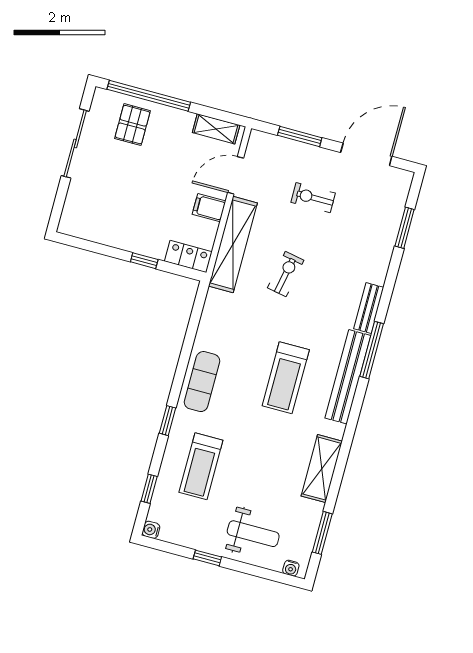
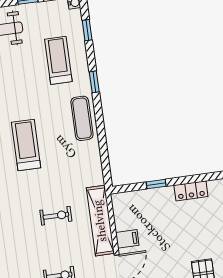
locker: (188, 257) -> (191, 191), moved
exercise bike: (286, 274) -> (56, 216), turned -101

